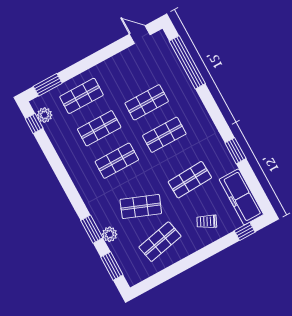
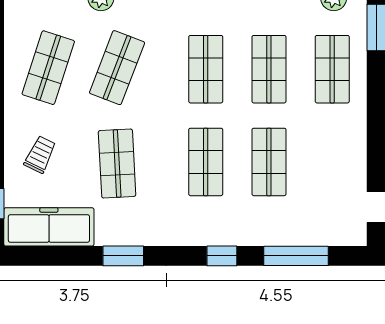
window: (187, 62) -> (296, 256), width x0.68
window: (208, 100) -> (222, 256), added
shop shelf: (160, 242) -> (48, 68), turned 30

